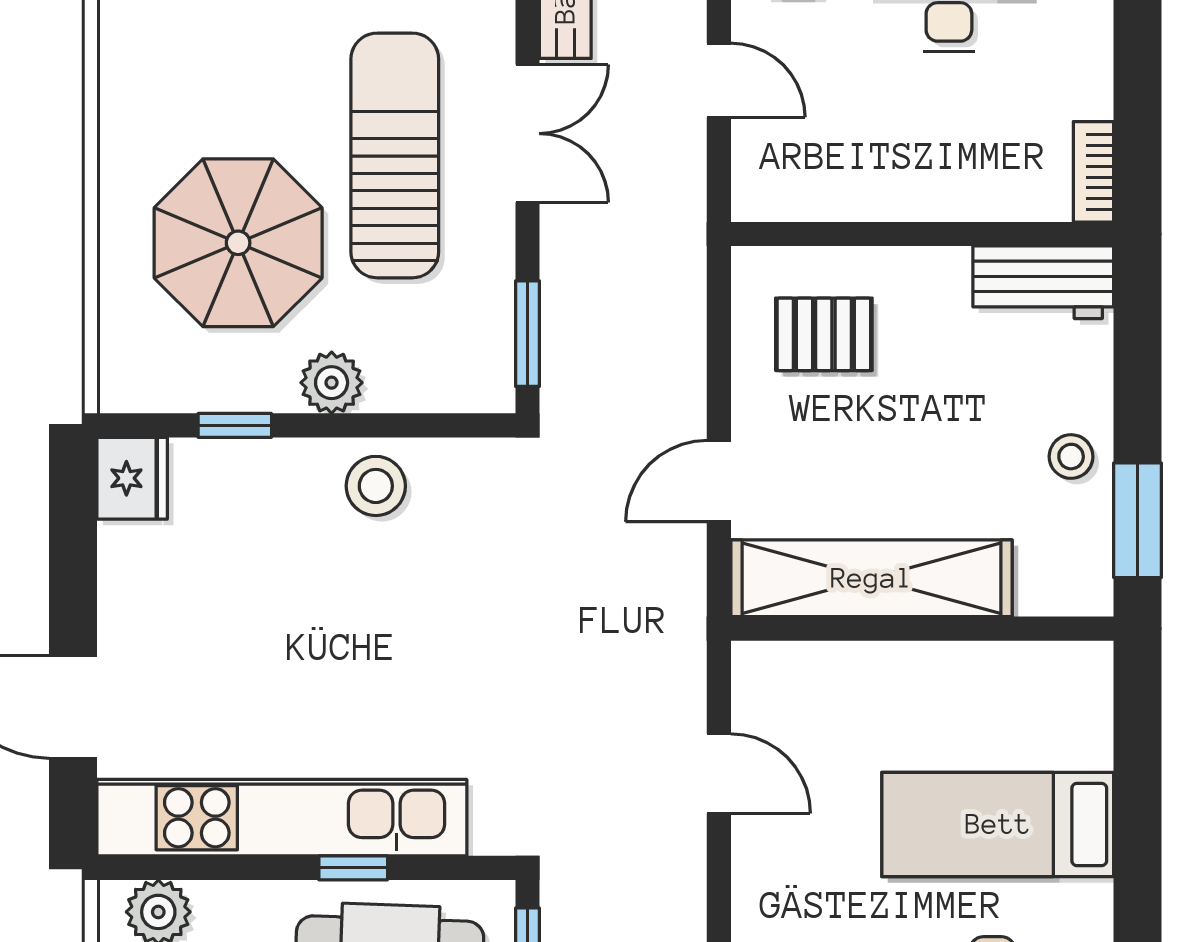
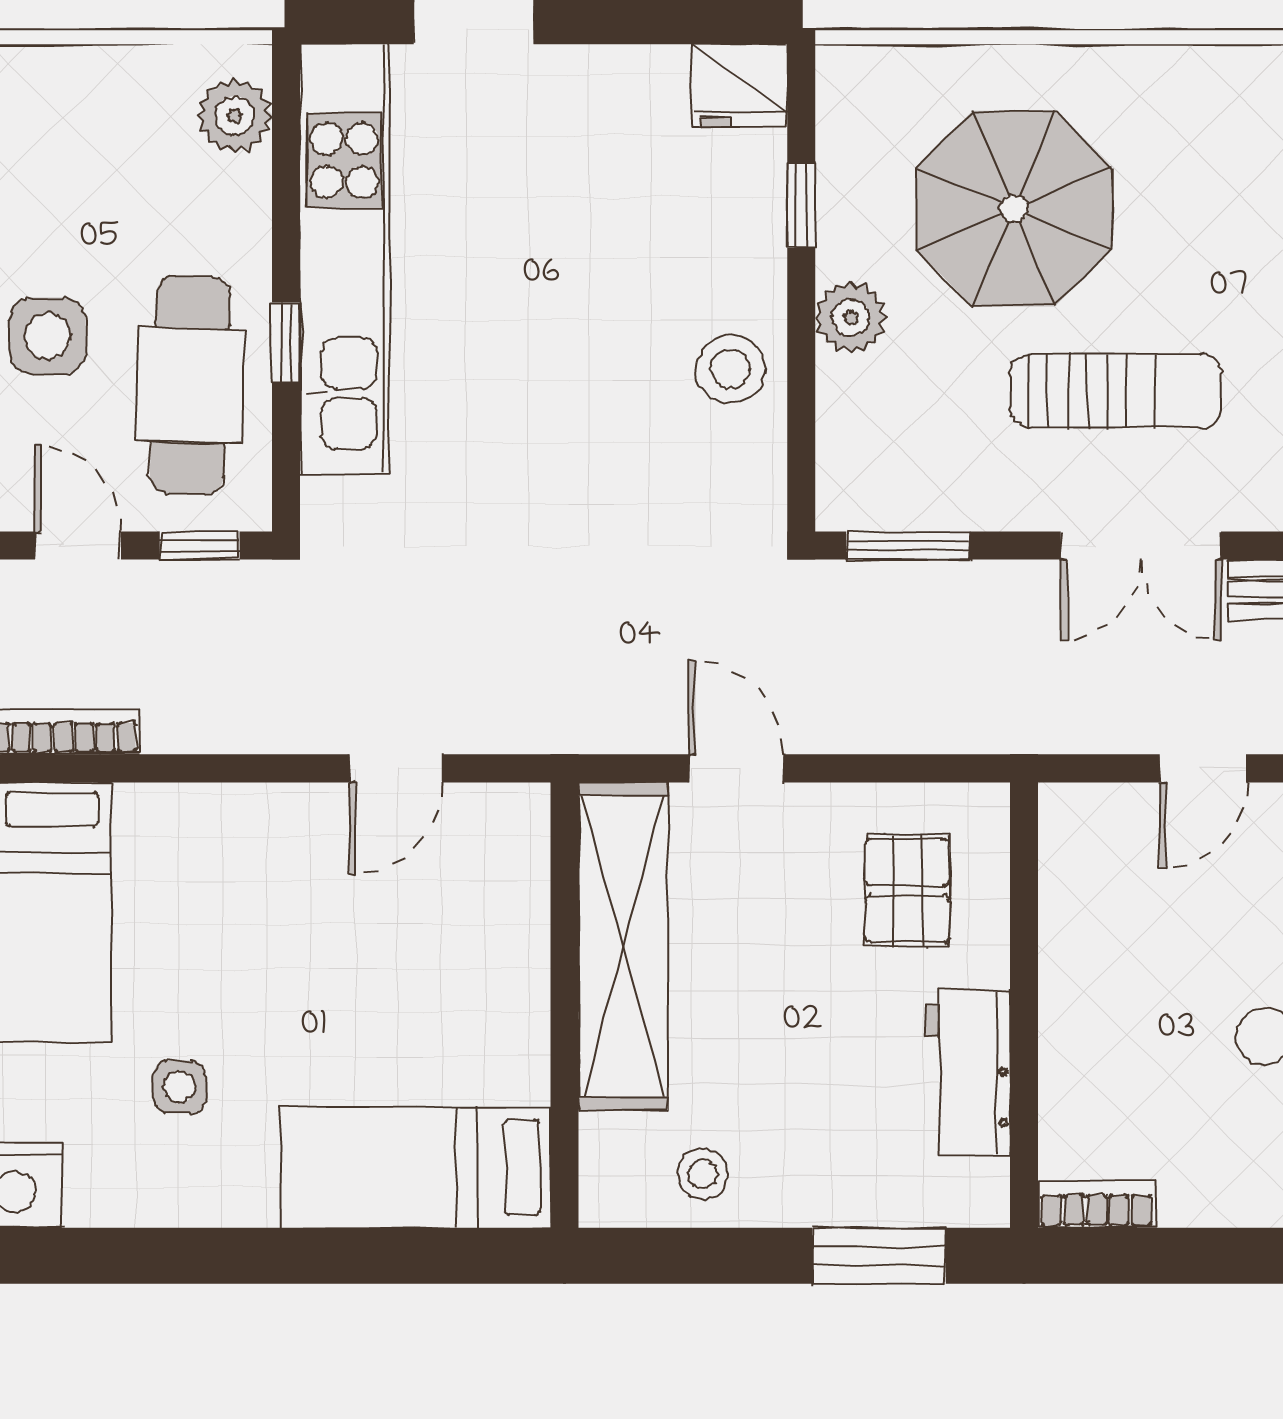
sun lounger: (395, 155) -> (1115, 391), width x0.73, depth x0.75
workbench: (1043, 282) -> (968, 1073), moved
stool: (1071, 457) -> (703, 1174), moved
window: (1137, 520) -> (879, 1256), moved
bed: (998, 824) -> (416, 1167), moved, turned -90

